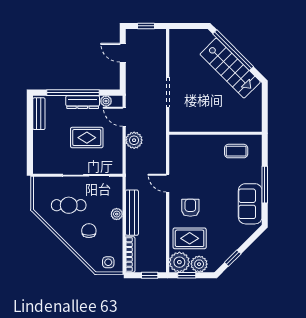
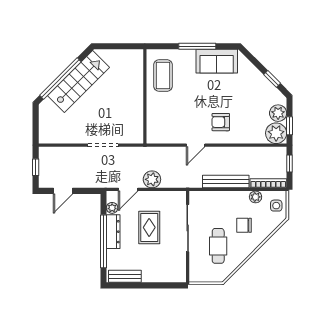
coffee table: (236, 151) -> (163, 75), width x1.36, depth x1.30
plant: (117, 214) -> (256, 197), moved
rug: (190, 238) -> (252, 123), removed

